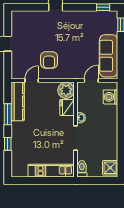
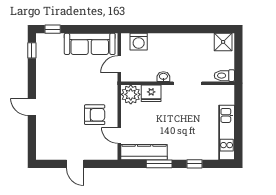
door: (91, 81) -> (119, 64), hinge flipped
kitchen unit: (51, 171) -> (227, 132), moved

